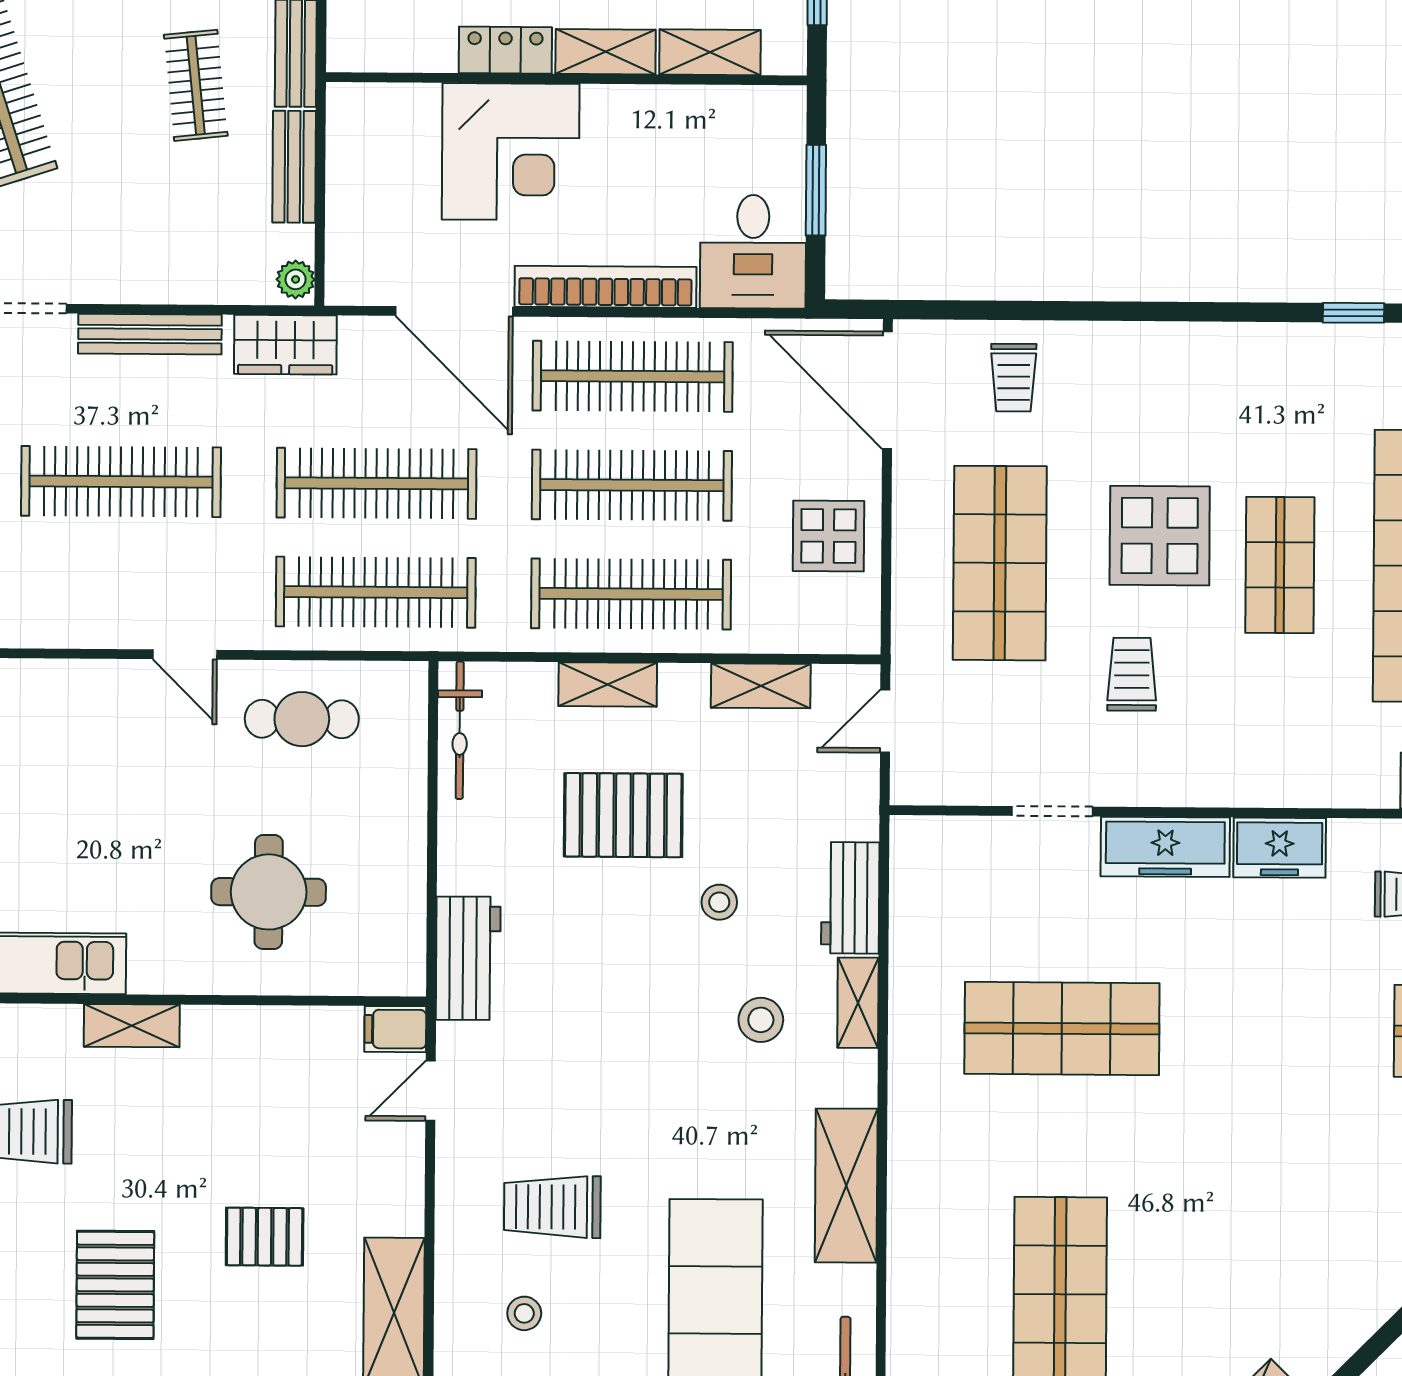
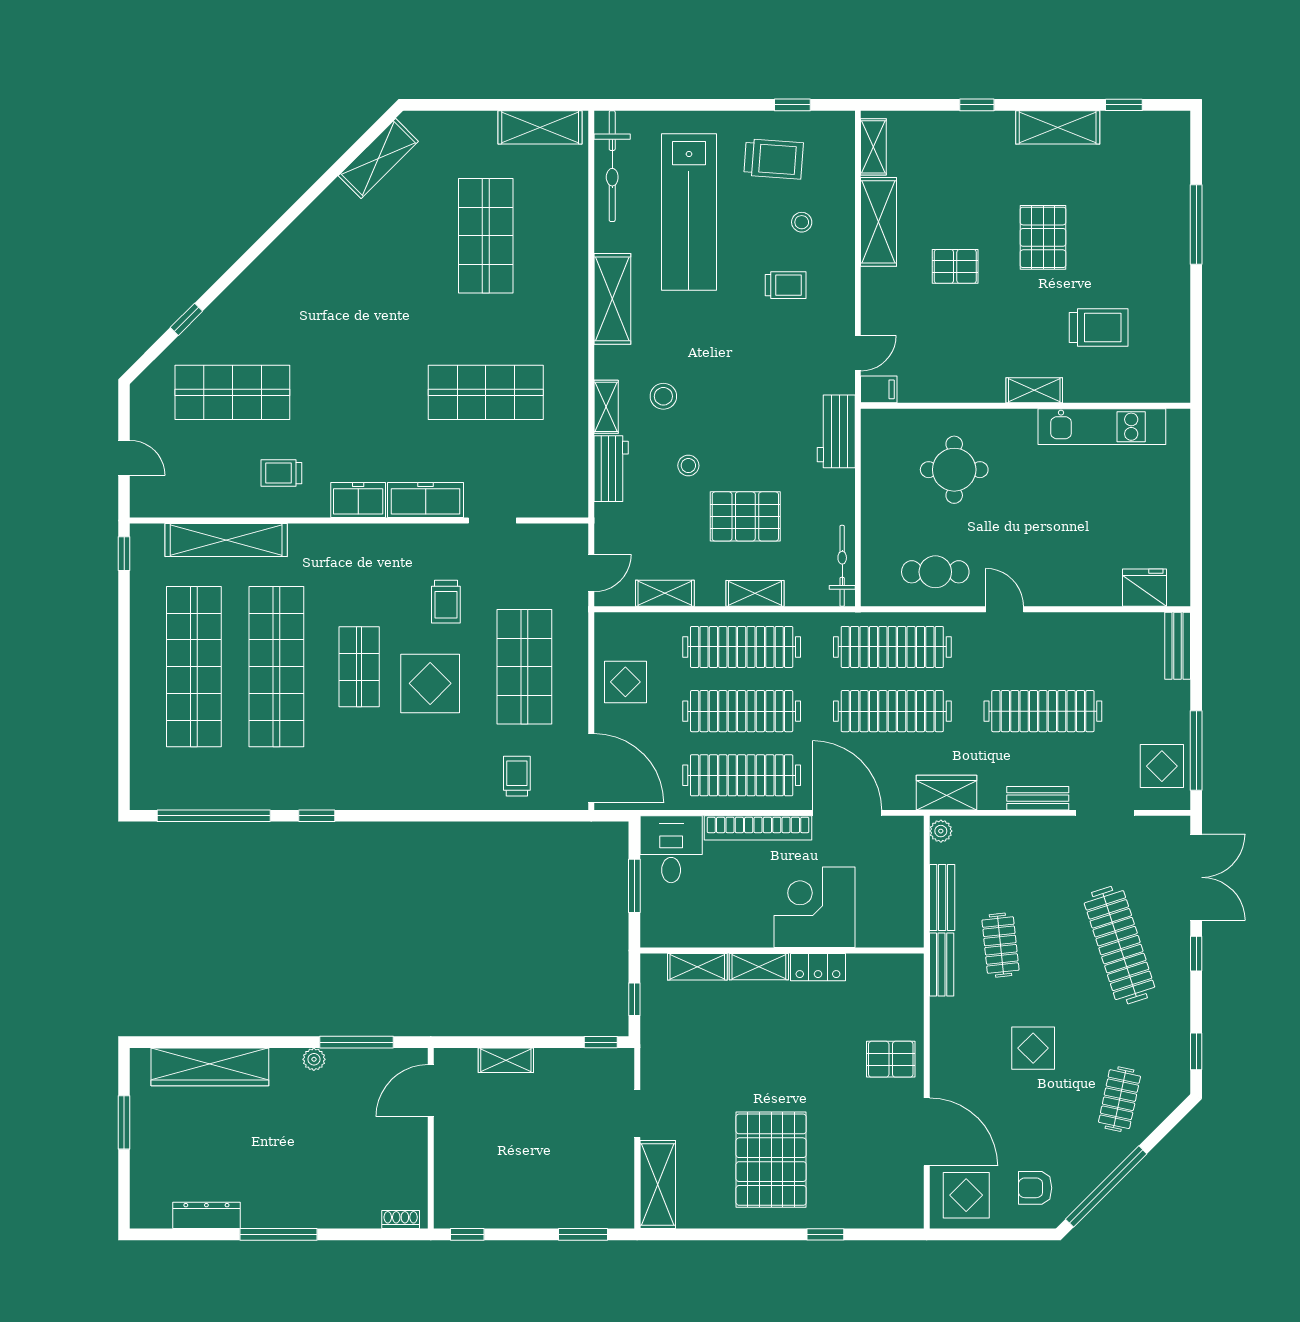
bench: (150, 334) -> (1038, 798), width x0.73
trolley: (552, 1207) -> (786, 285), width x0.73, depth x0.72

